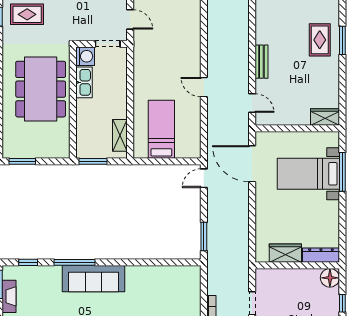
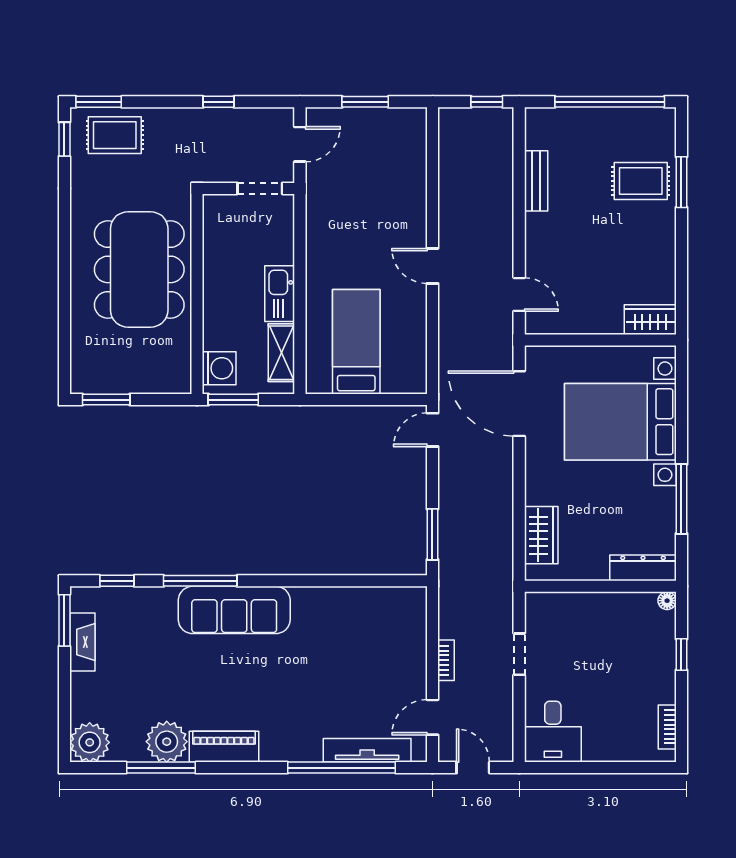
door: (130, 19) -> (300, 144), hinge flipped
rug: (320, 40) -> (641, 181), turned 90
washing machine: (85, 56) -> (219, 368), moved
bench: (261, 62) -> (536, 181), moved
kitchen sink: (84, 82) -> (280, 294), moved, turned 180
window: (342, 172) -> (681, 499), moved
bed with nightstands: (308, 174) -> (620, 422), width x1.36
wardrobe: (285, 253) -> (541, 535), moved, turned 90
floor lamp: (330, 278) -> (667, 601), width x0.53, depth x0.53

